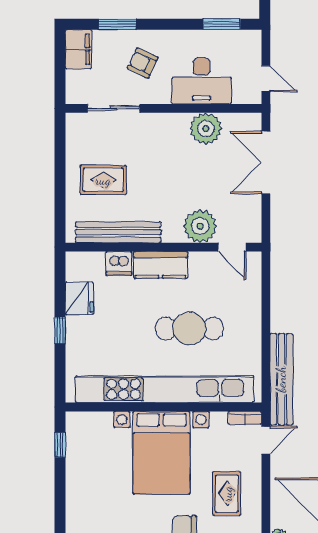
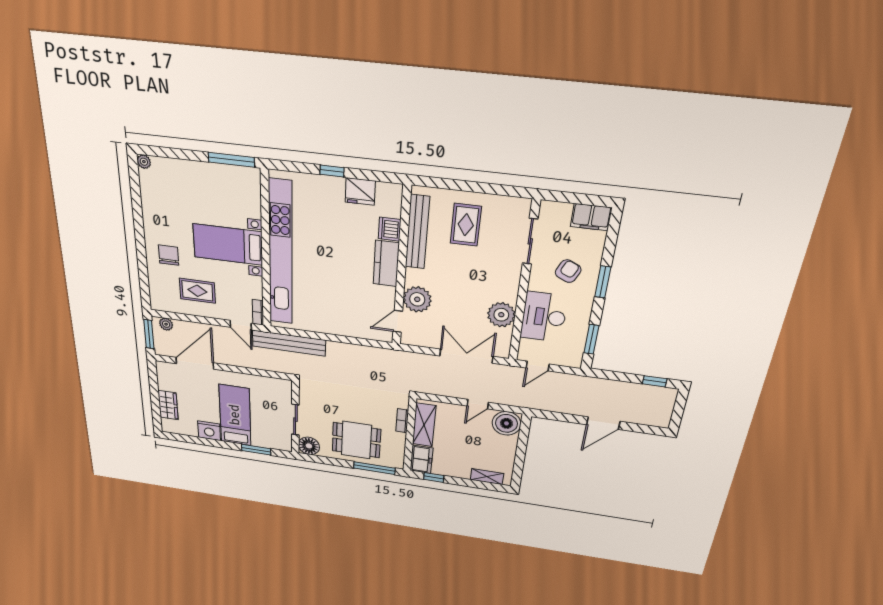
window: (117, 24) -> (603, 282), moved
cafe table: (189, 329) -> (331, 280), removed
window: (60, 445) -> (231, 160), width x2.17
bed with nightstands: (161, 453) -> (228, 244), width x0.73

